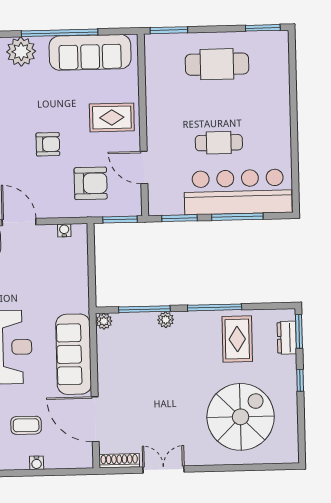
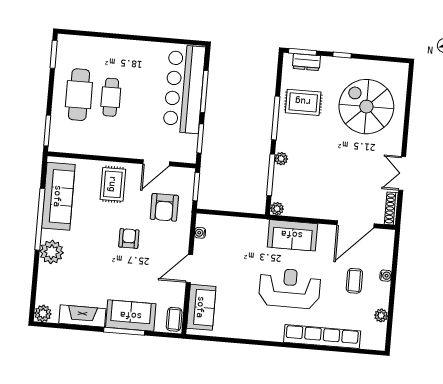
cafe table: (219, 143) -> (111, 97), moved
armchair: (91, 183) -> (164, 207), turned 180
sofa: (74, 354) -> (292, 235), width x0.73

